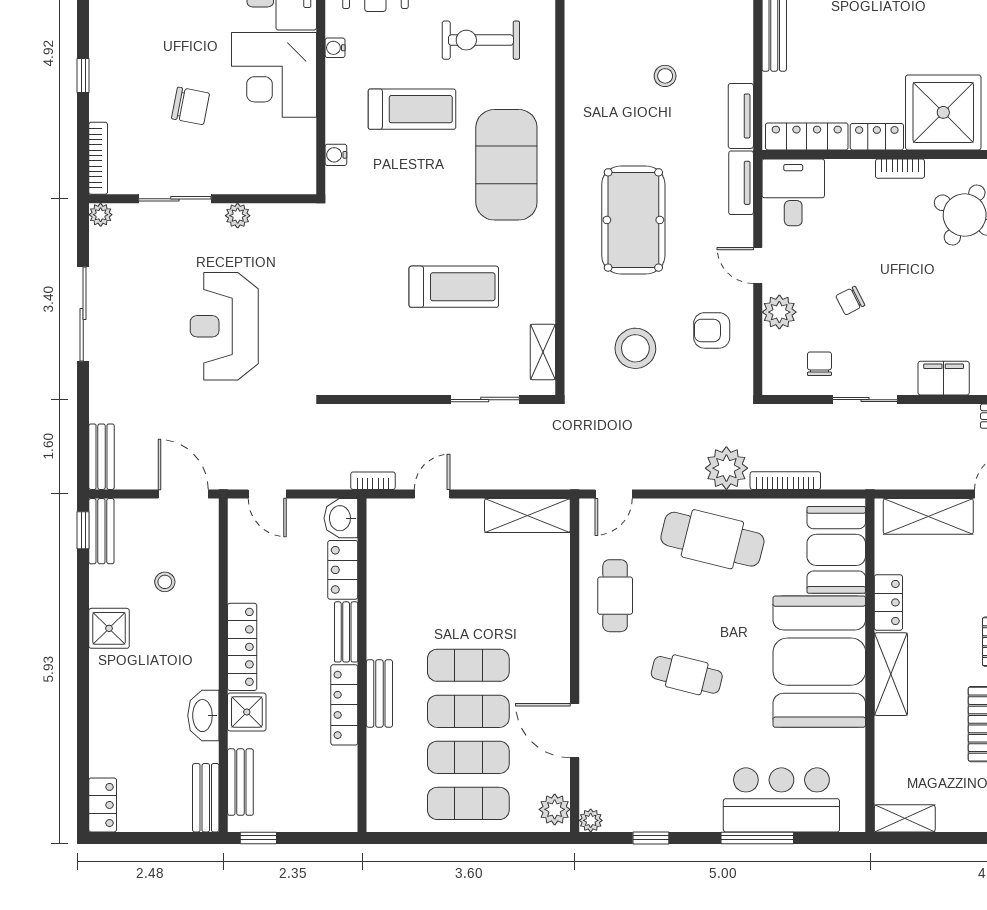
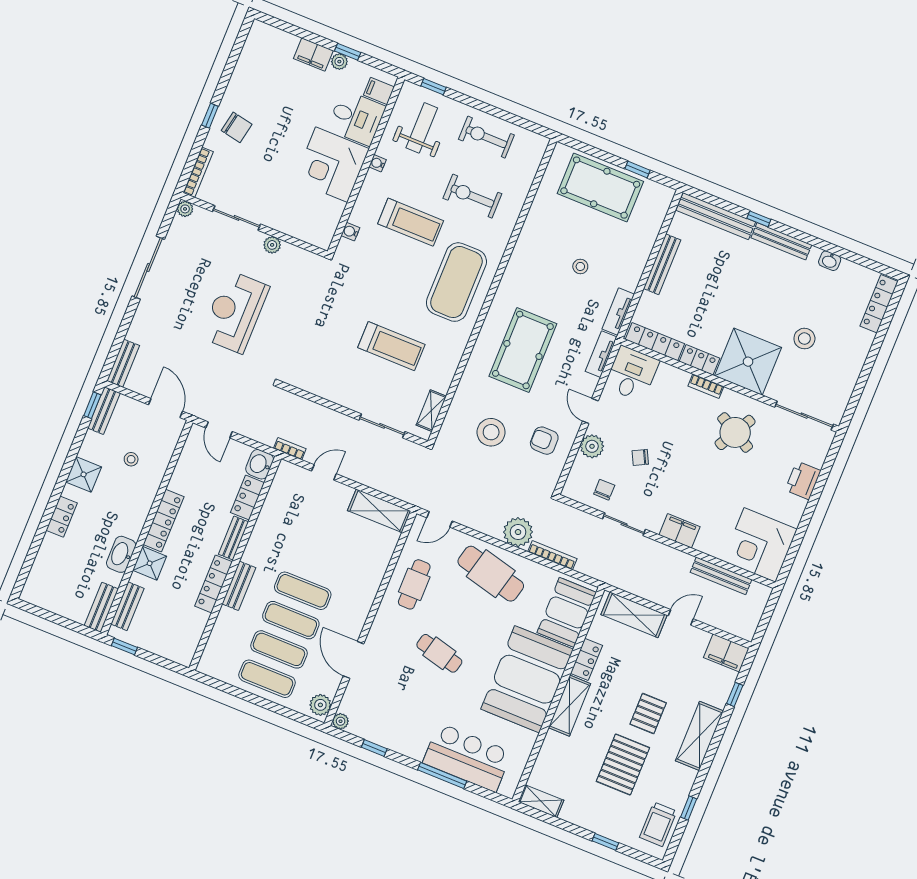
chair: (191, 106) -> (237, 127), moved
locker: (103, 805) -> (62, 517), moved

